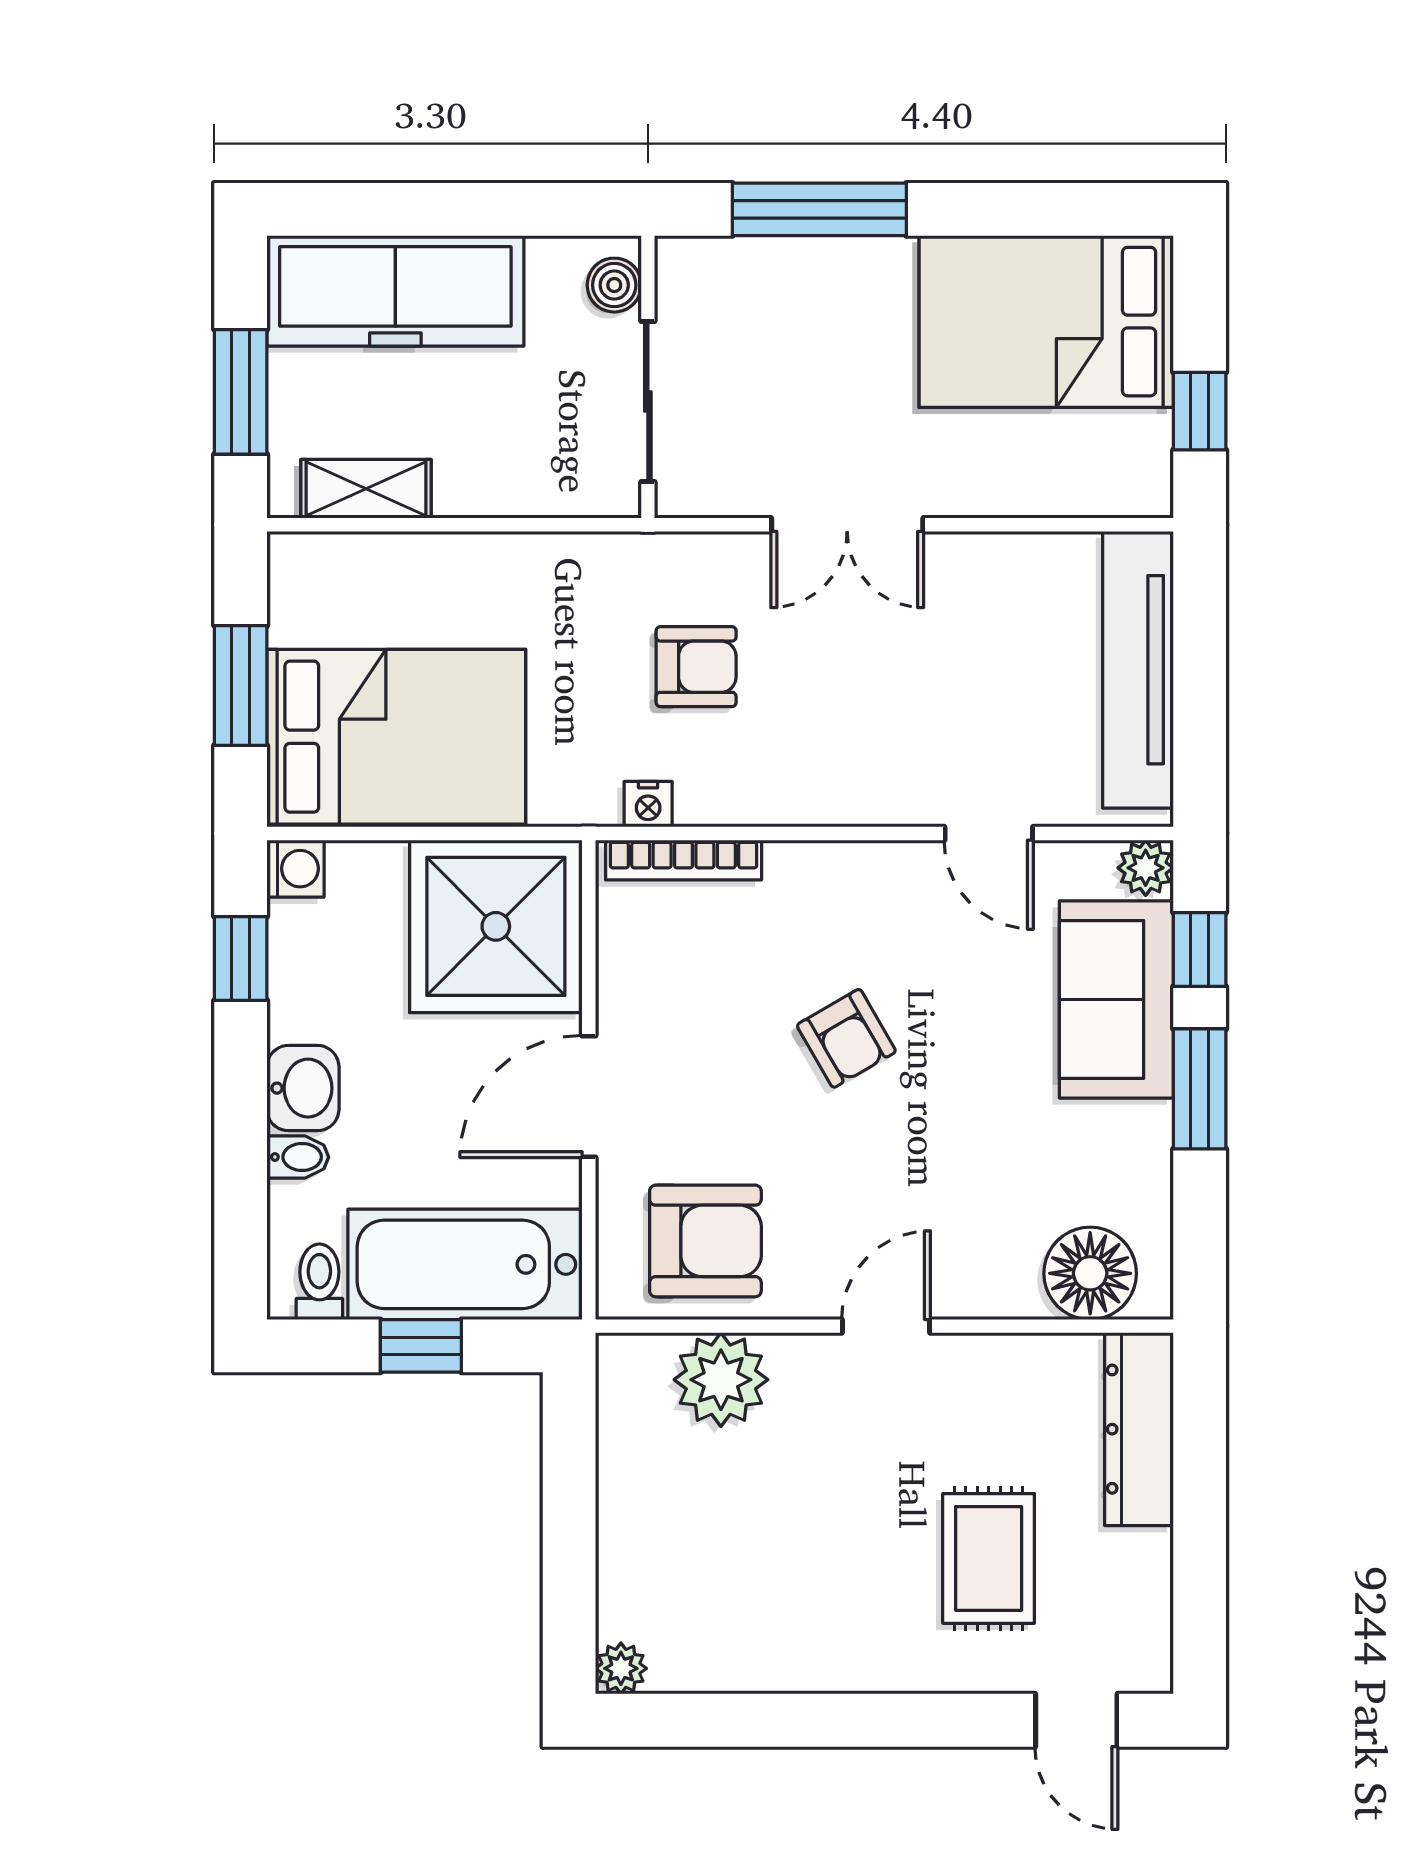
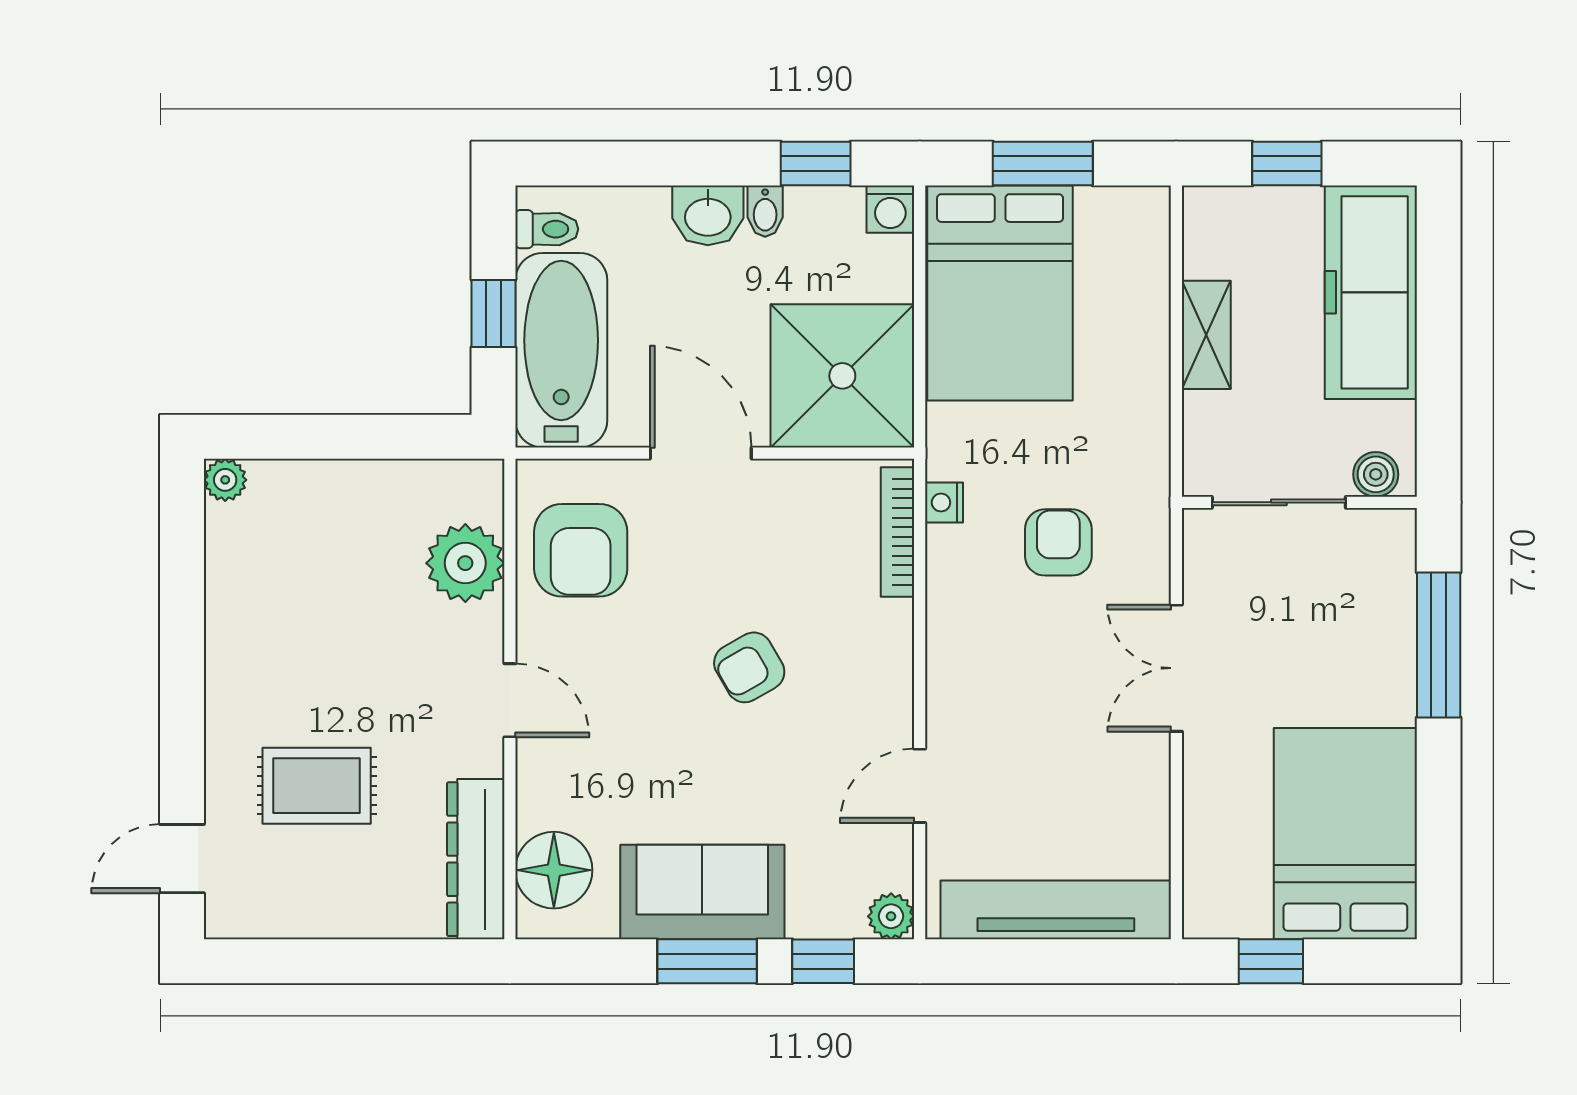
window: (241, 392) -> (1287, 164), width x0.67
shelving: (366, 489) -> (1206, 335), moved
armchair: (696, 667) -> (1058, 542), turned 180
sofa: (1116, 999) -> (702, 892), moved
bidet: (298, 1157) -> (765, 211), moved
dresser: (1139, 1429) -> (476, 859), moved, turned -90

